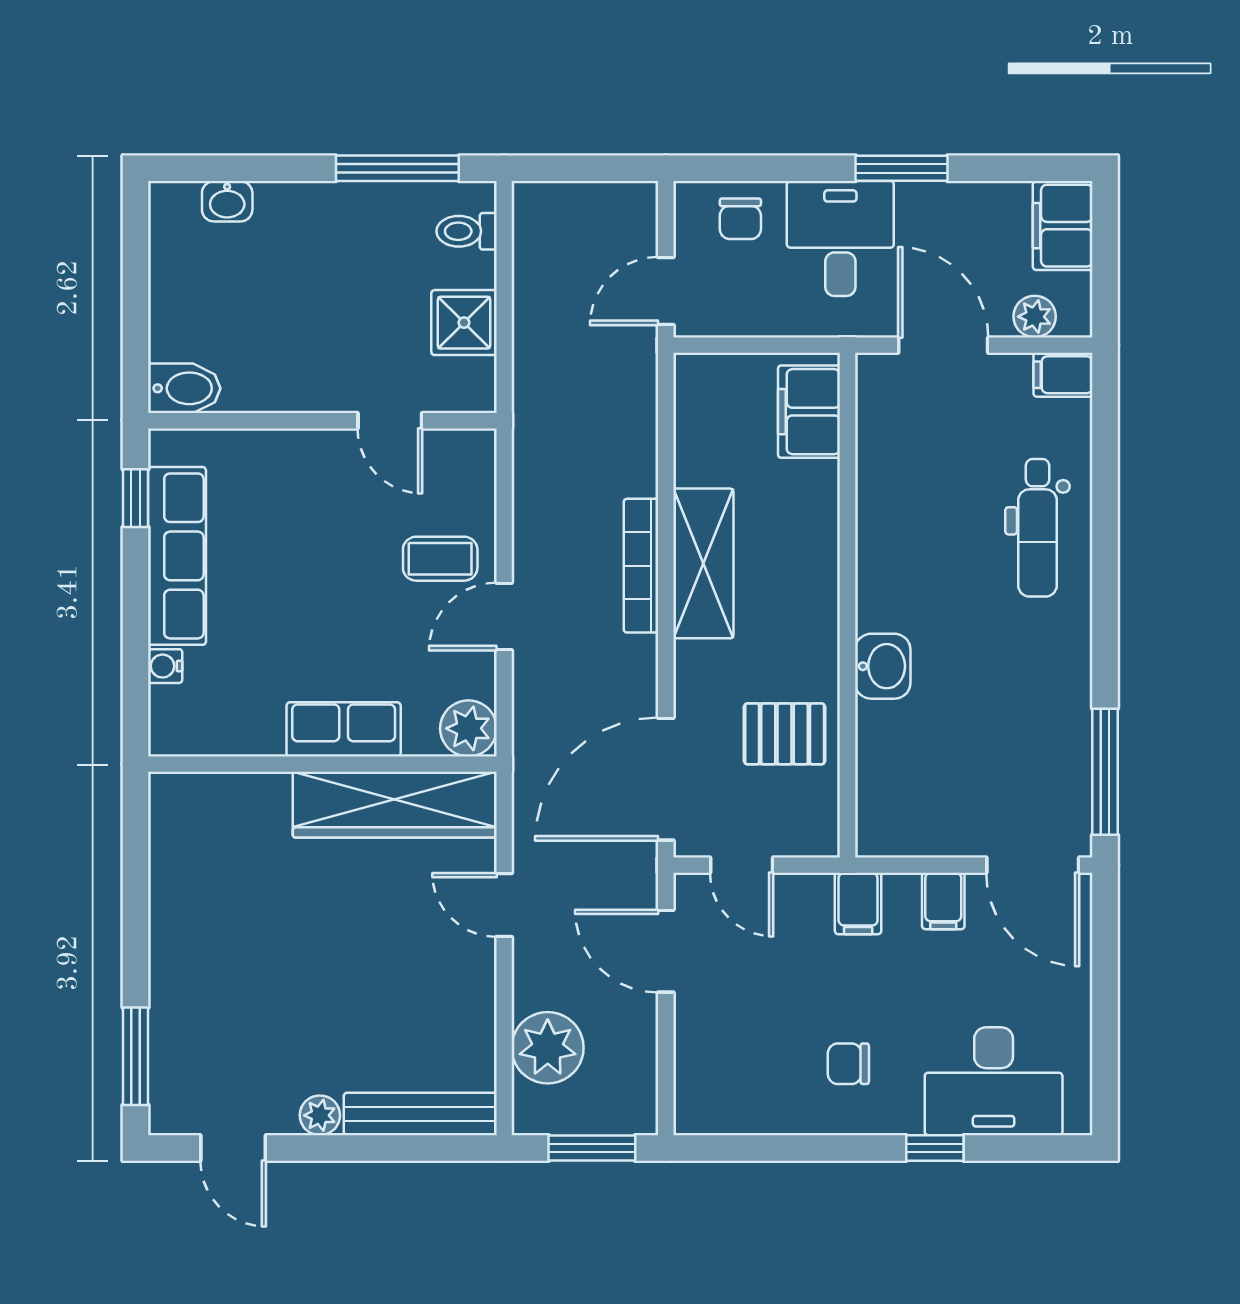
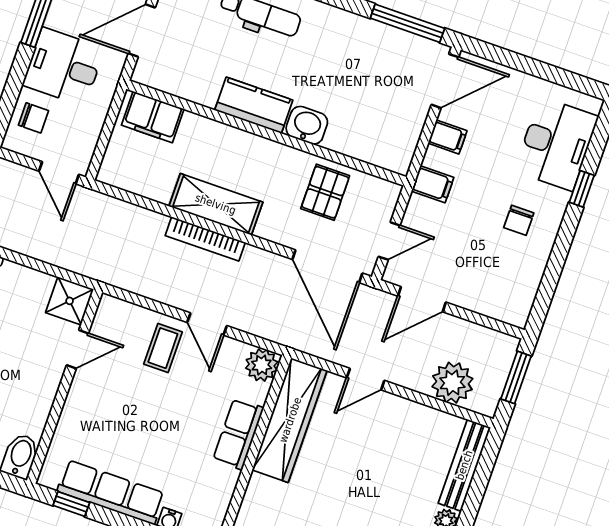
shower: (464, 323) -> (70, 301), moved
kitchen counter: (885, 569) -> (254, 105), added

